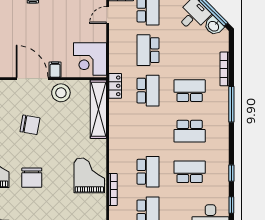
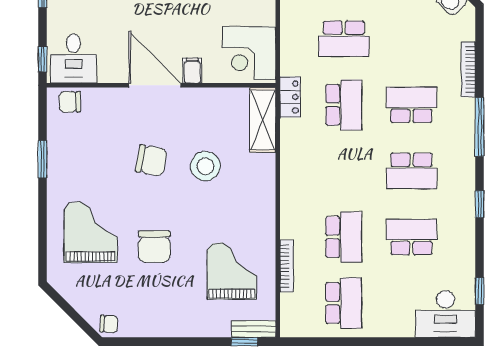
school desk: (148, 50) -> (344, 39), turned -90
stool: (61, 93) -> (205, 166), moved
shelving: (98, 109) -> (263, 120), width x0.68
window: (231, 173) -> (480, 204), moved
grand piano: (89, 175) -> (232, 271), moved

